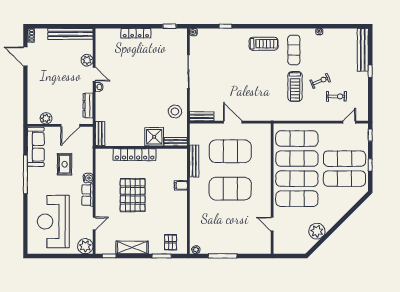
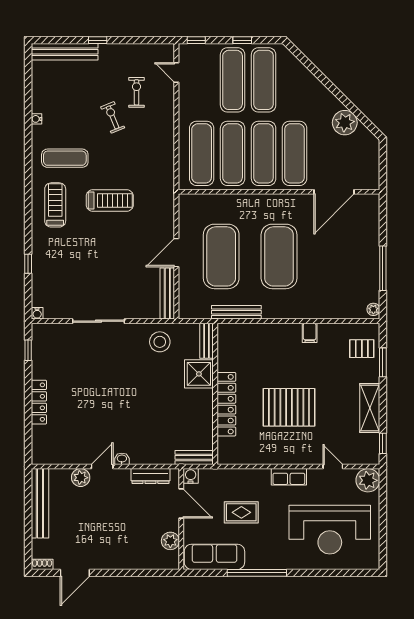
treadmill: (295, 87) -> (110, 200), moved
bench: (202, 116) -> (167, 294), width x1.36
water cooler: (88, 178) -> (191, 476), moved
filing cabinet: (181, 185) -> (310, 333), moved
door: (272, 224) -> (334, 192), width x1.87

